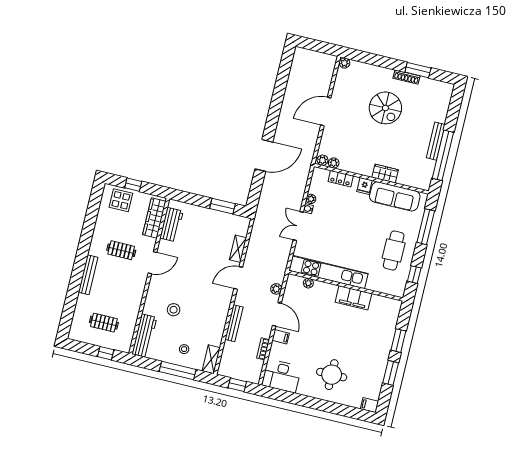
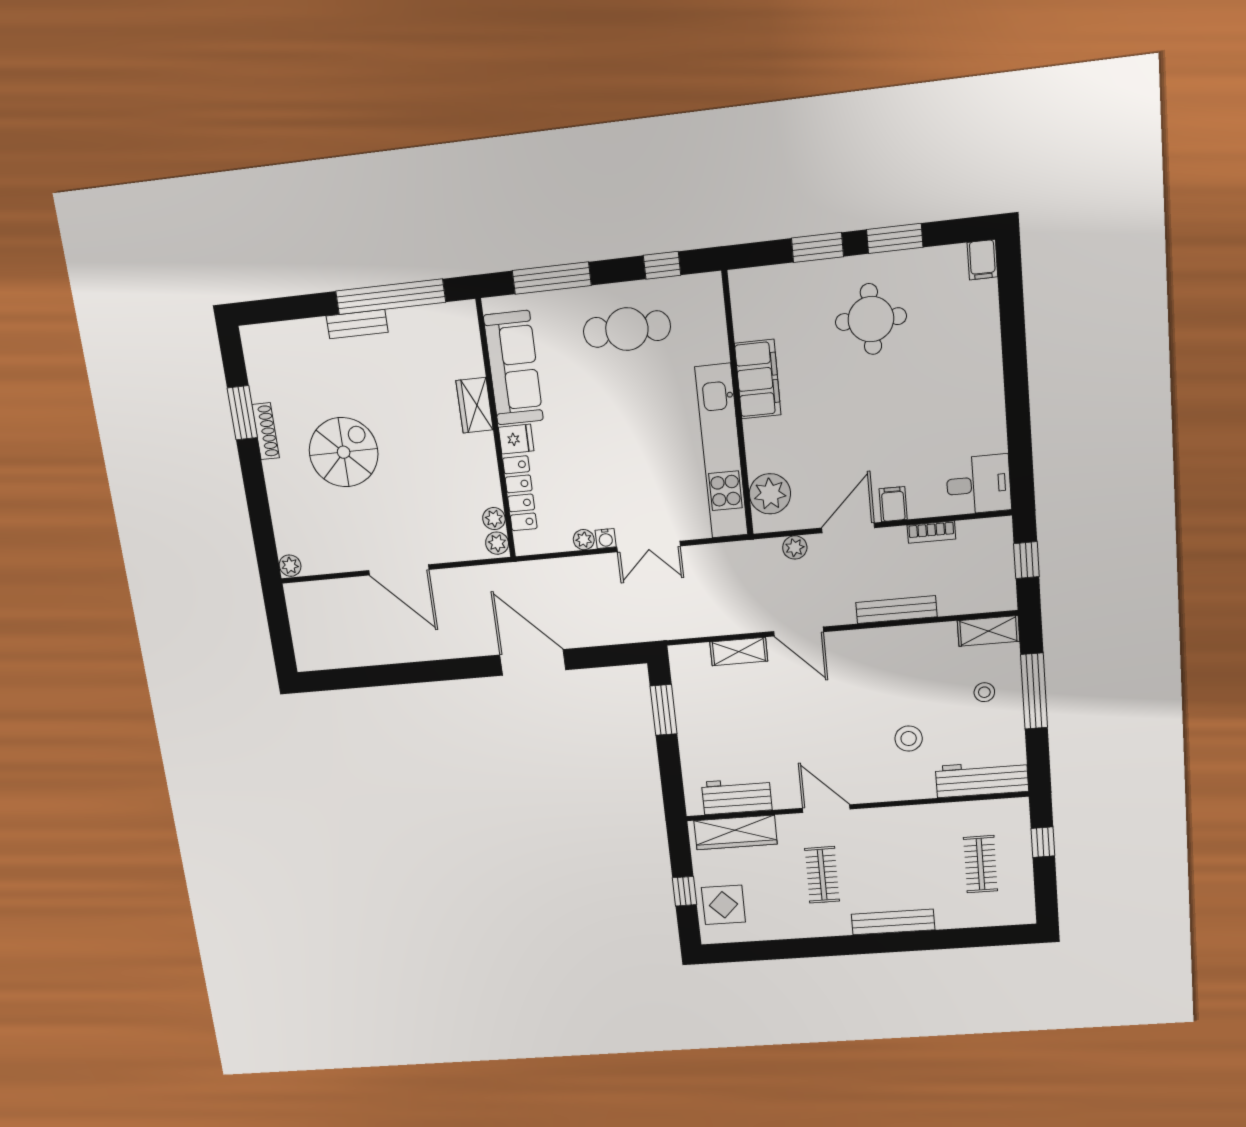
bench: (436, 141) -> (357, 324), width x0.73
locker: (341, 179) -> (520, 493), width x1.53
plant: (308, 283) -> (770, 494), width x1.88, depth x1.88
round table: (332, 375) -> (871, 319), moved
desk: (281, 376) -> (979, 485), width x0.73

